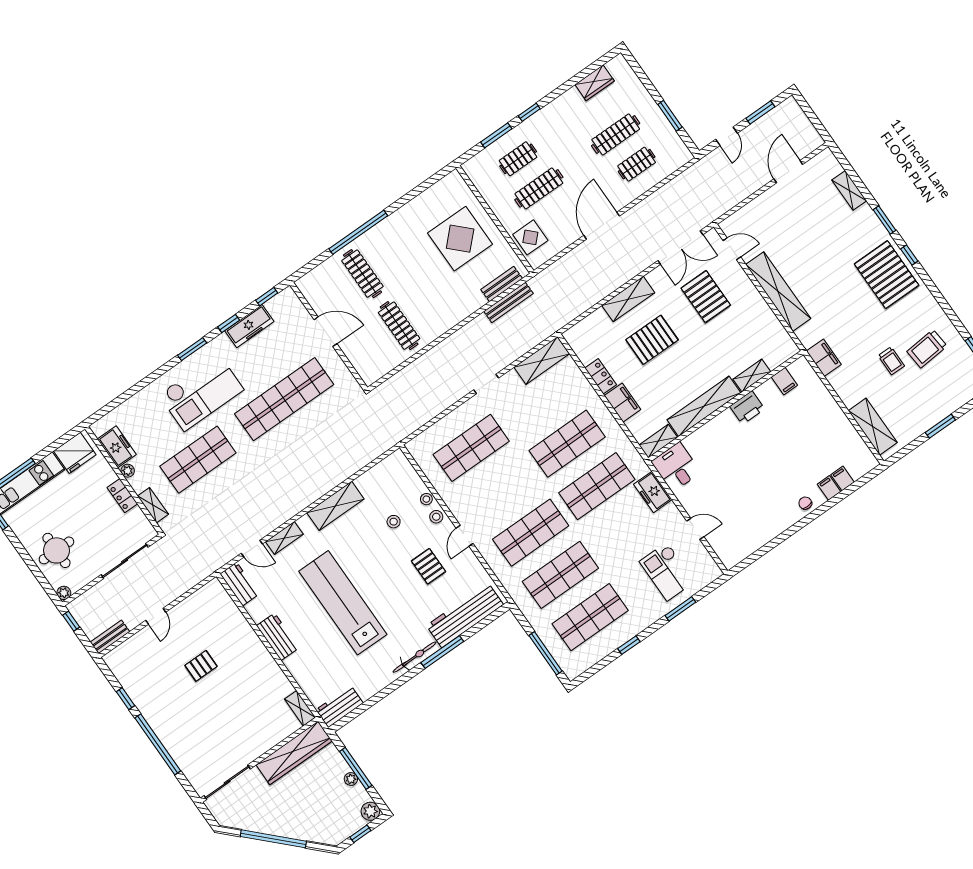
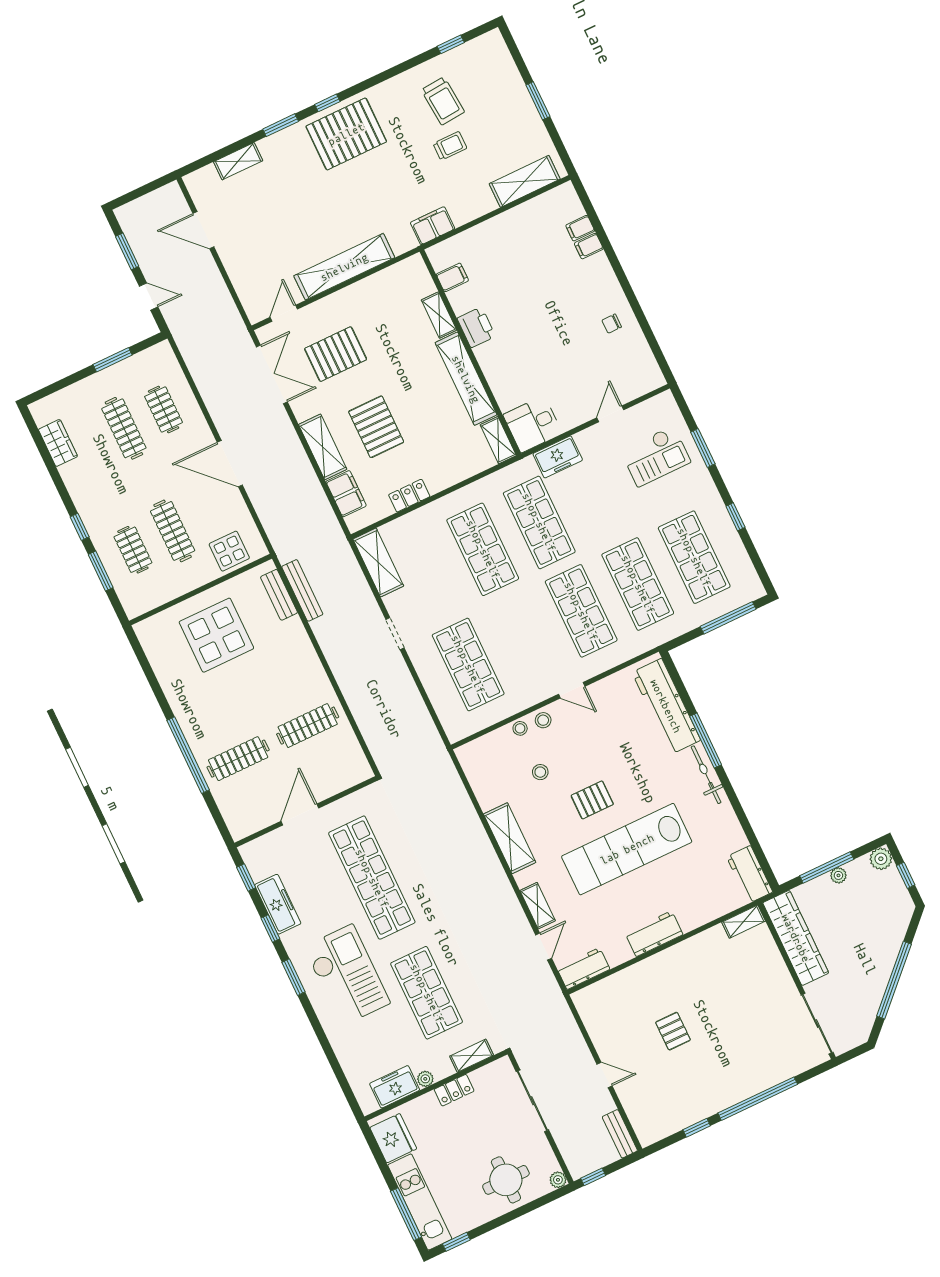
filing cabinet: (623, 403) -> (346, 494), moved, turned 90
chair: (805, 503) -> (612, 324), moved
pallet: (428, 566) -> (592, 800), moved

